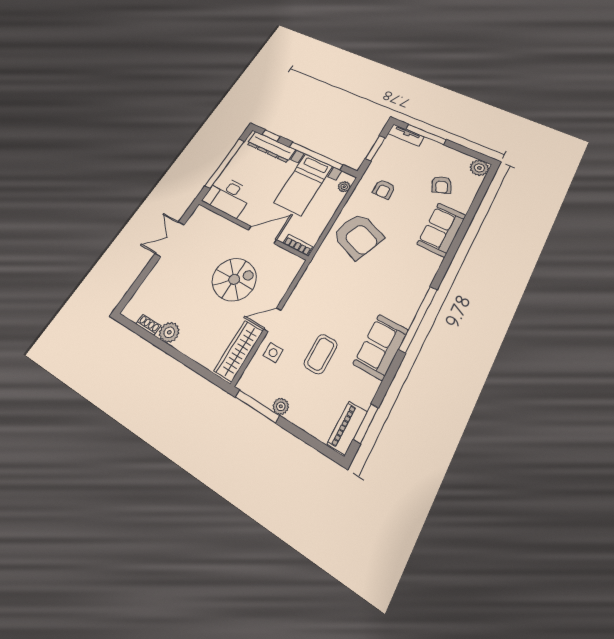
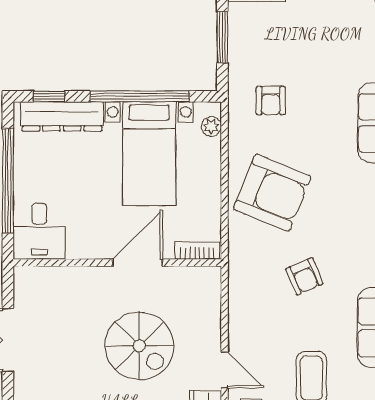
armchair: (442, 185) -> (304, 276), moved
desk: (228, 196) -> (39, 231), width x0.73
spiral stairs: (234, 279) -> (139, 346), turned 90
door: (272, 320) -> (225, 370), swing flipped

